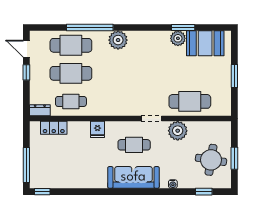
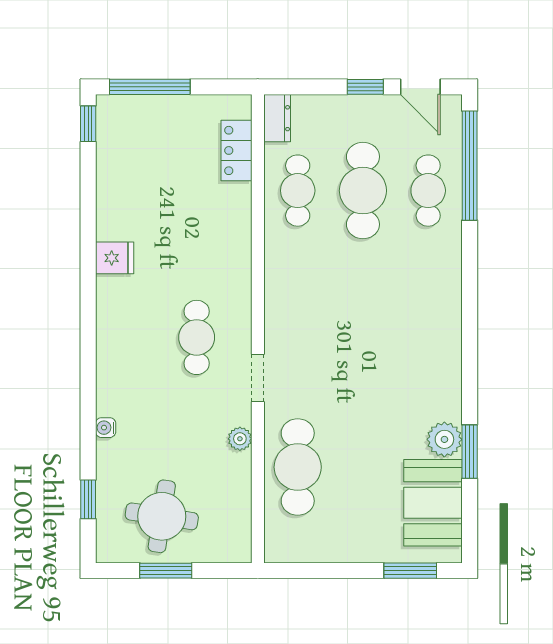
window: (90, 28) -> (470, 166), moved
plant: (118, 40) -> (440, 300), removed
cafe table: (71, 45) -> (428, 191), width x0.73, depth x0.74
door: (26, 49) -> (420, 87), swing flipped
window: (234, 76) -> (410, 571), moved
fridge: (97, 129) -> (115, 258), moved, turned 180
plant: (178, 131) -> (240, 439), width x0.53, depth x0.53
sofa: (133, 177) -> (121, 336), removed

